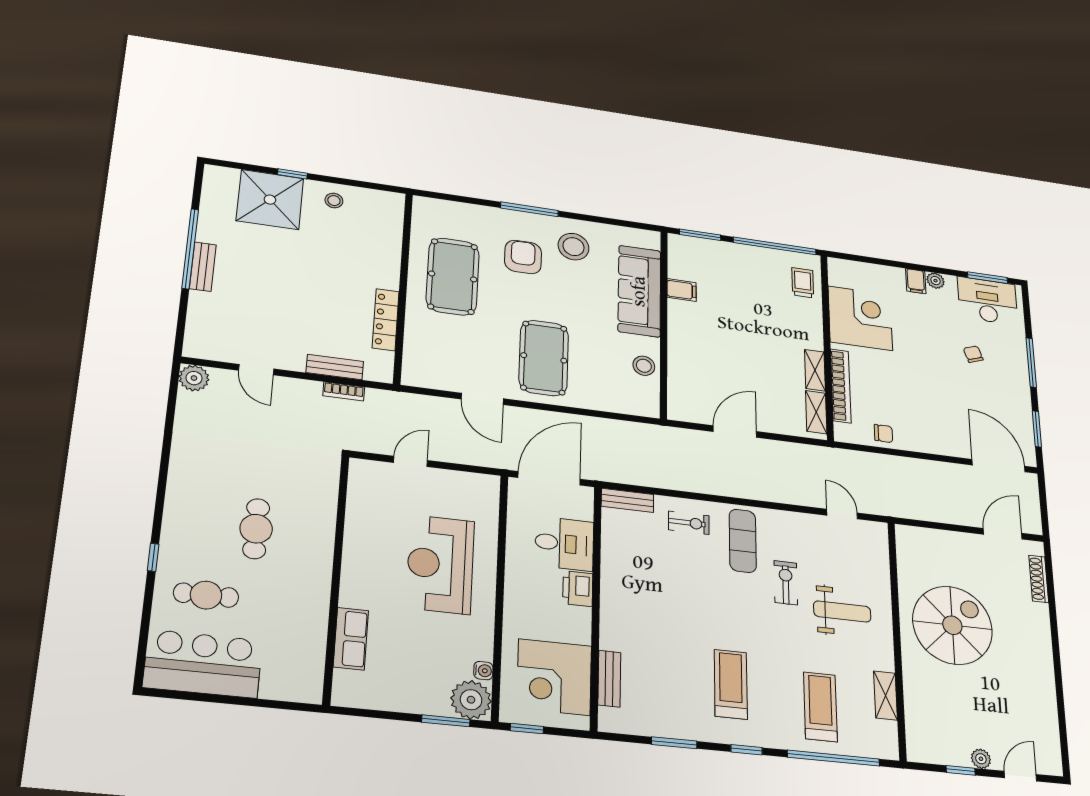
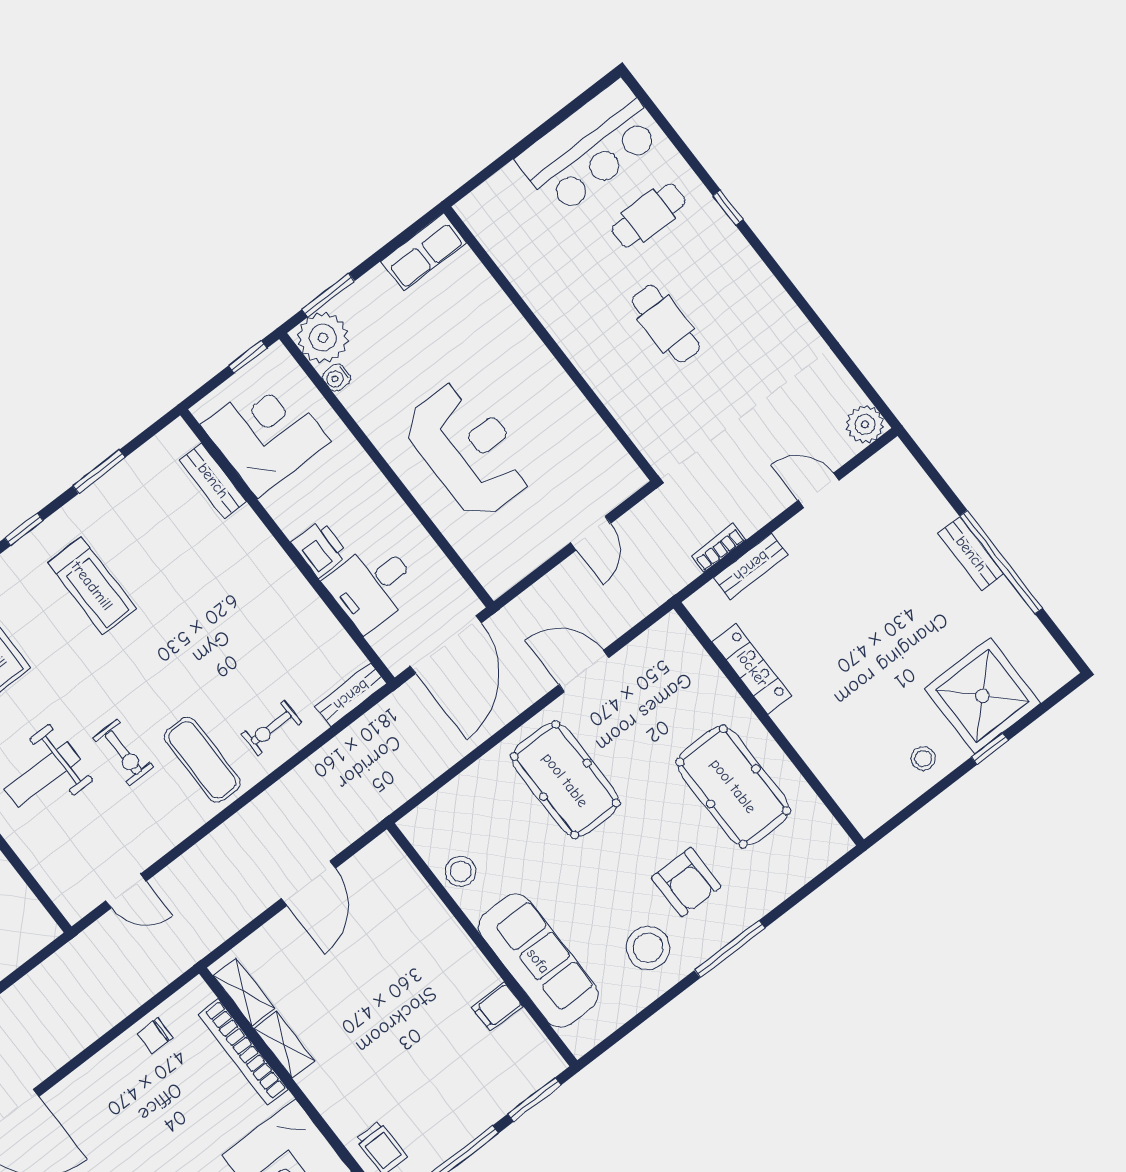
row of seats: (351, 639) -> (423, 252), moved, turned -90

